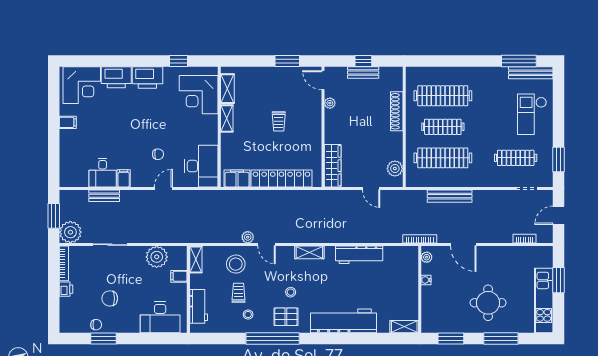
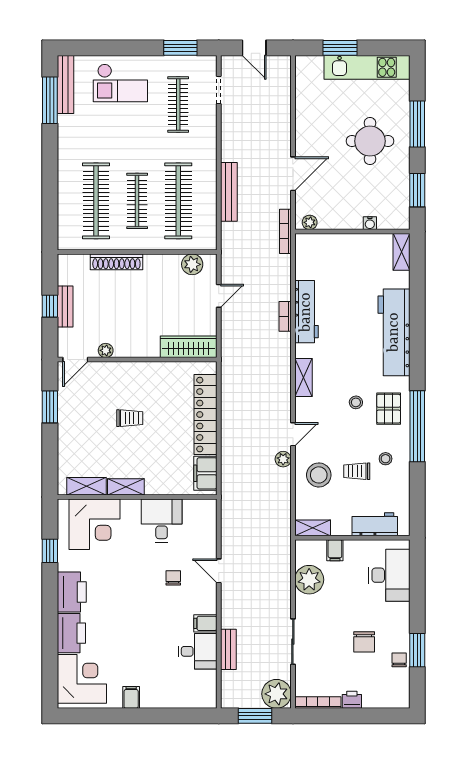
desk: (201, 166) -> (162, 521), moved, width x0.73
bookcase: (524, 239) -> (285, 316), moved
water cooler: (426, 280) -> (370, 223), moved

